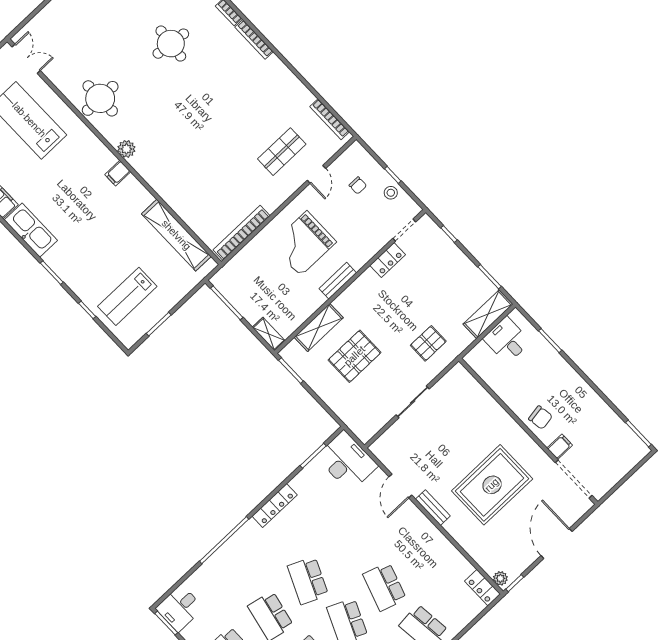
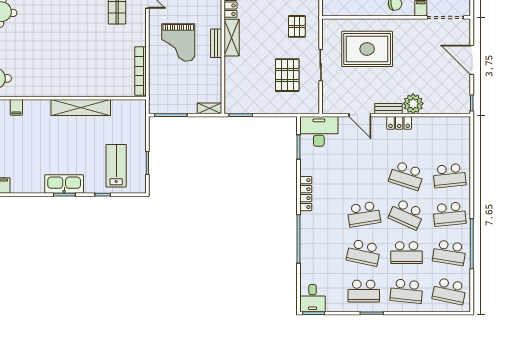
plant: (126, 149) -> (35, 90), removed
filing cabinet: (118, 173) -> (16, 107), moved
kitchen sink: (31, 230) -> (64, 184), moved
shelving: (176, 235) -> (81, 108), moved
lab bench: (127, 296) -> (116, 166), turned 180
shelving: (319, 327) -> (232, 38), moved
pallet: (355, 356) -> (287, 75), moved
rug: (492, 485) -> (367, 49), moved, turned 90
plant: (500, 578) -> (413, 104), moved, width x1.88, depth x1.88
school desk: (308, 581) -> (364, 214), turned -33
locker: (483, 588) -> (399, 123), moved

